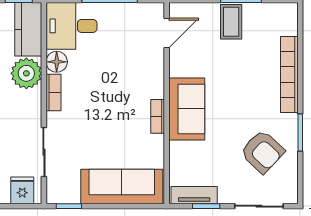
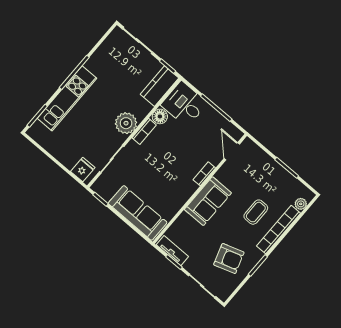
coffee table: (231, 22) -> (256, 212), moved
plant: (290, 26) -> (301, 204), added
door: (167, 33) -> (232, 151), swing flipped
plant: (26, 73) -> (126, 123), moved
bookcase: (158, 116) -> (204, 174), moved
armchair: (262, 152) -> (229, 259), turned -61

